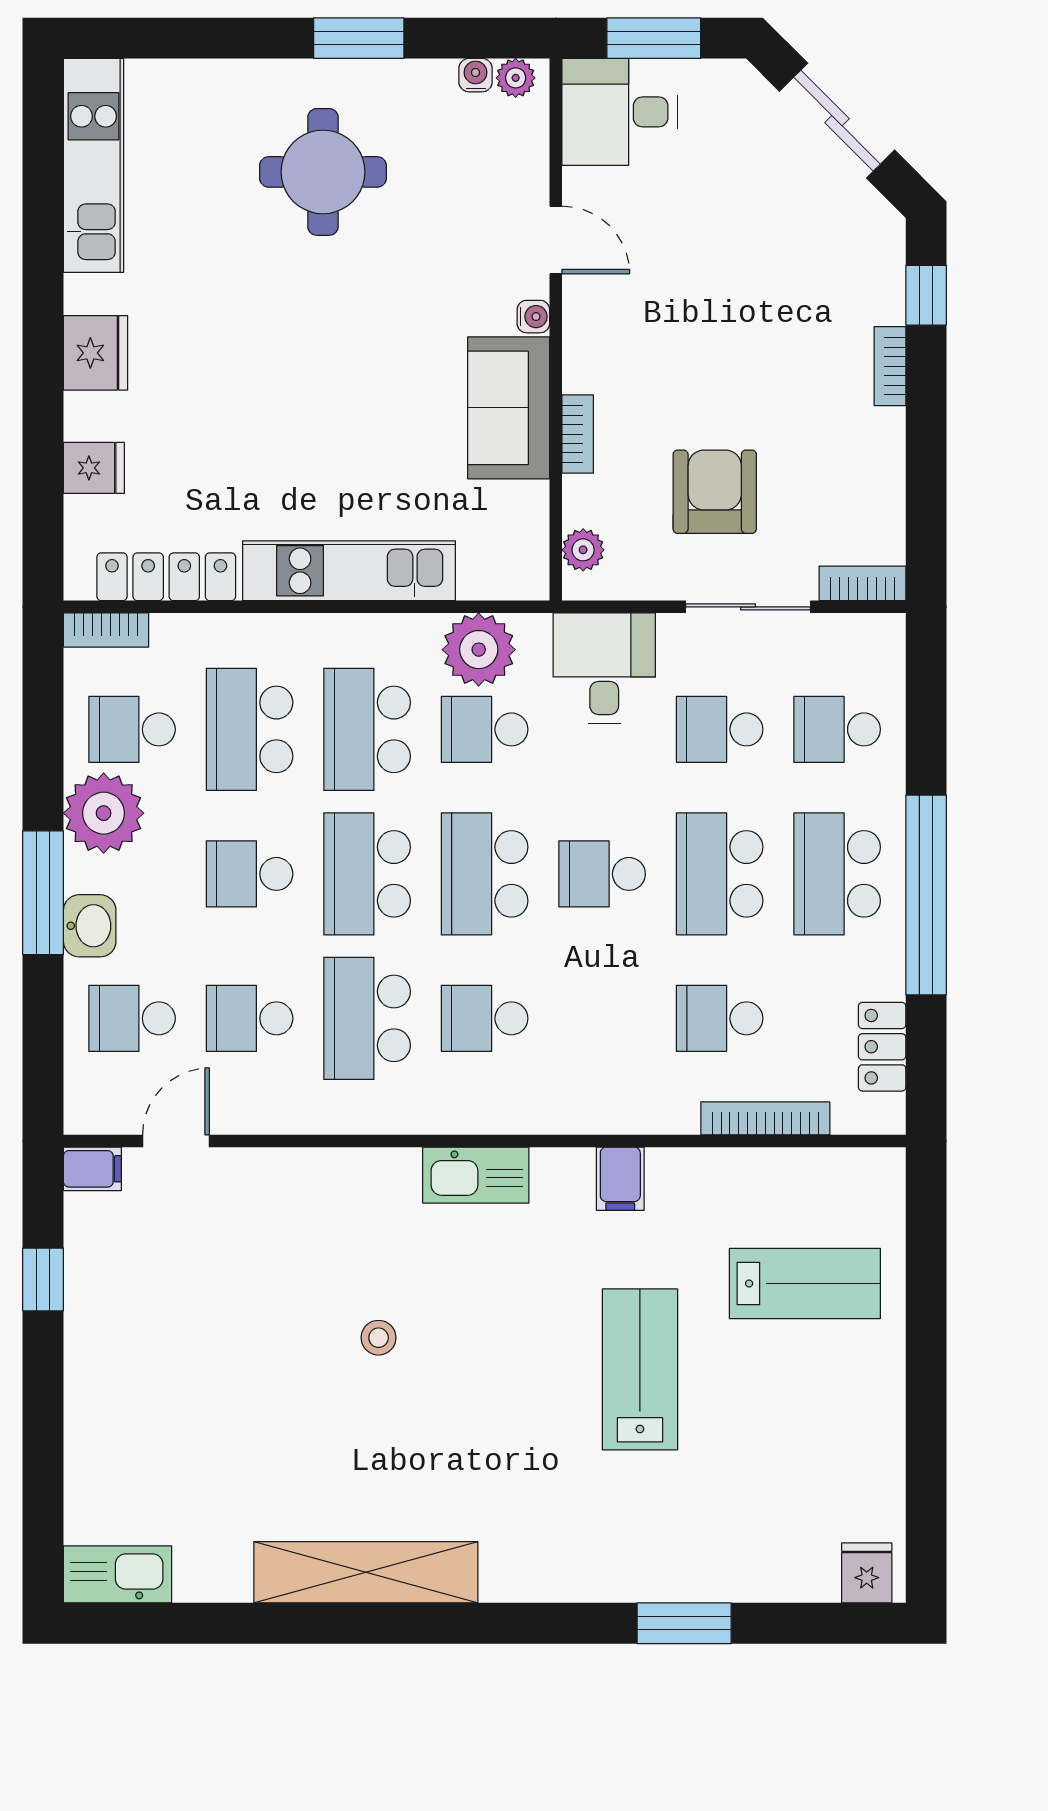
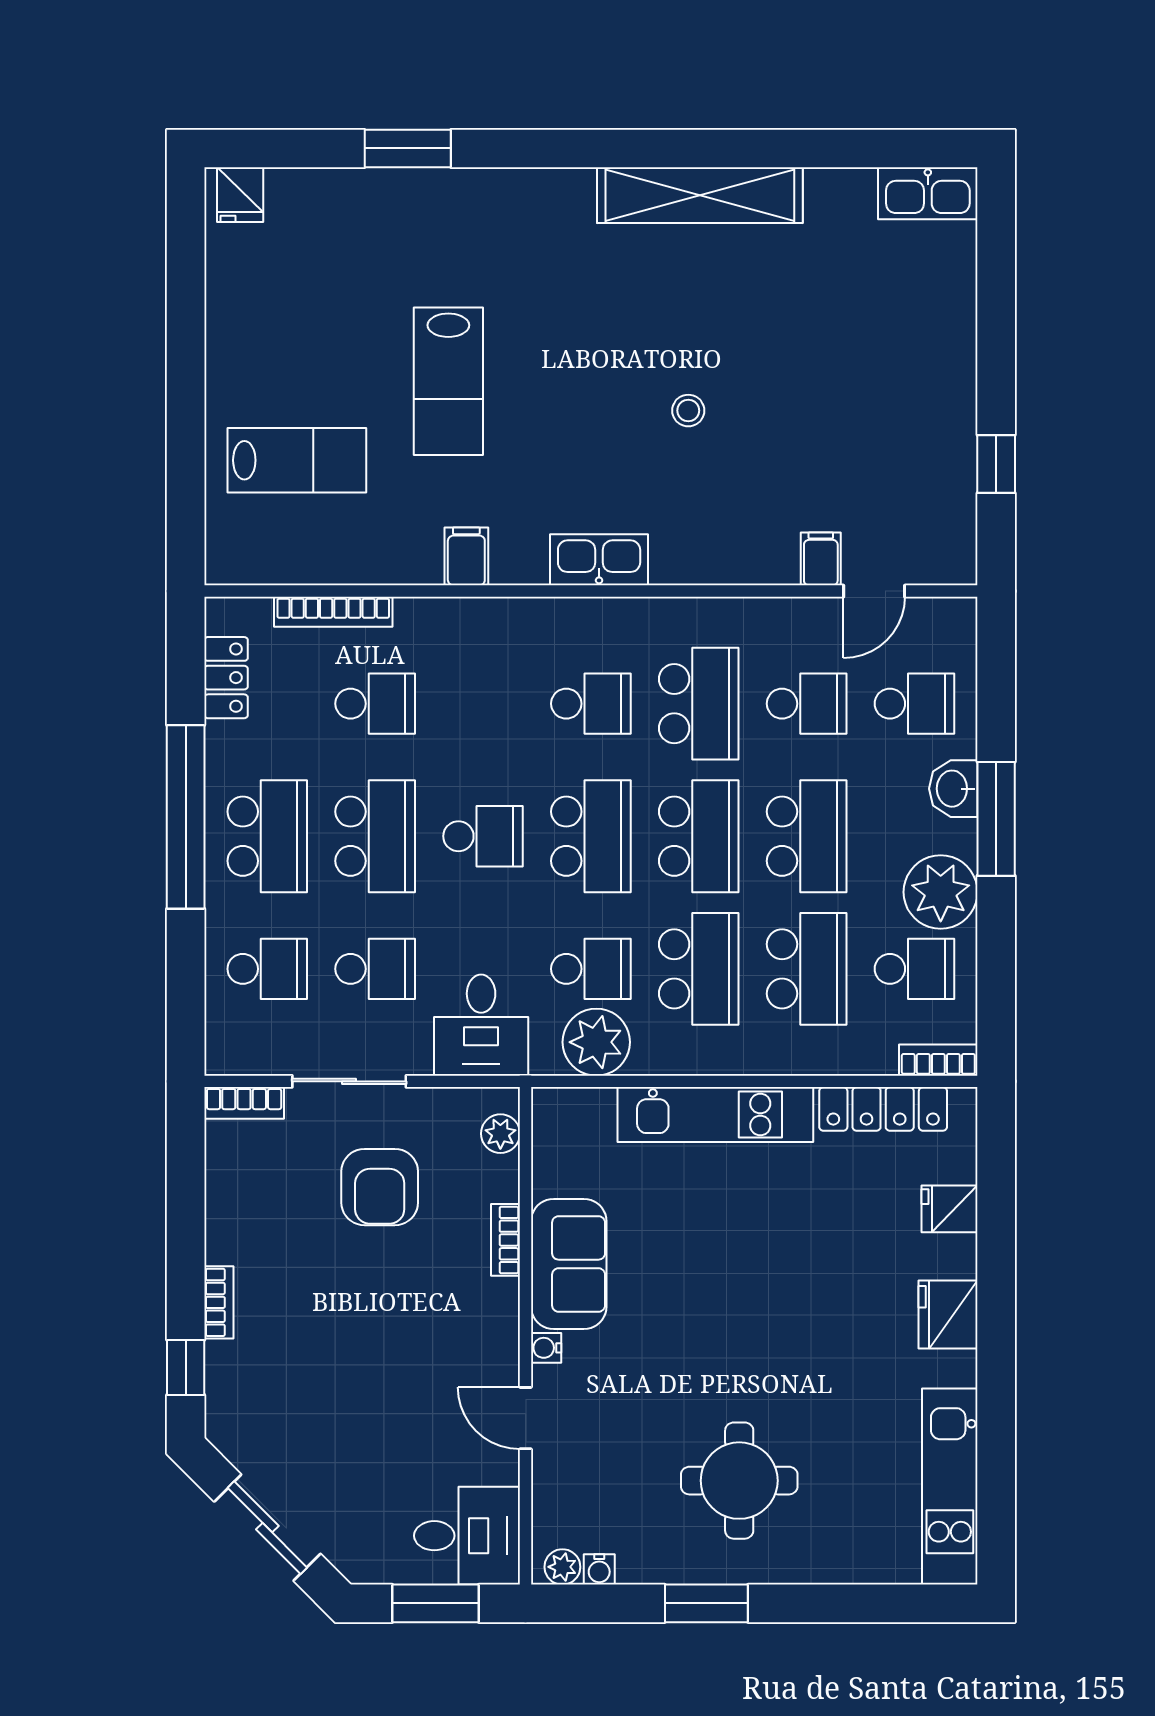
school desk: (250, 874) -> (807, 836), width x1.85
filing cabinet: (92, 1169) -> (821, 559), moved, turned 90
lab bench: (805, 1284) -> (297, 460), turned 180

